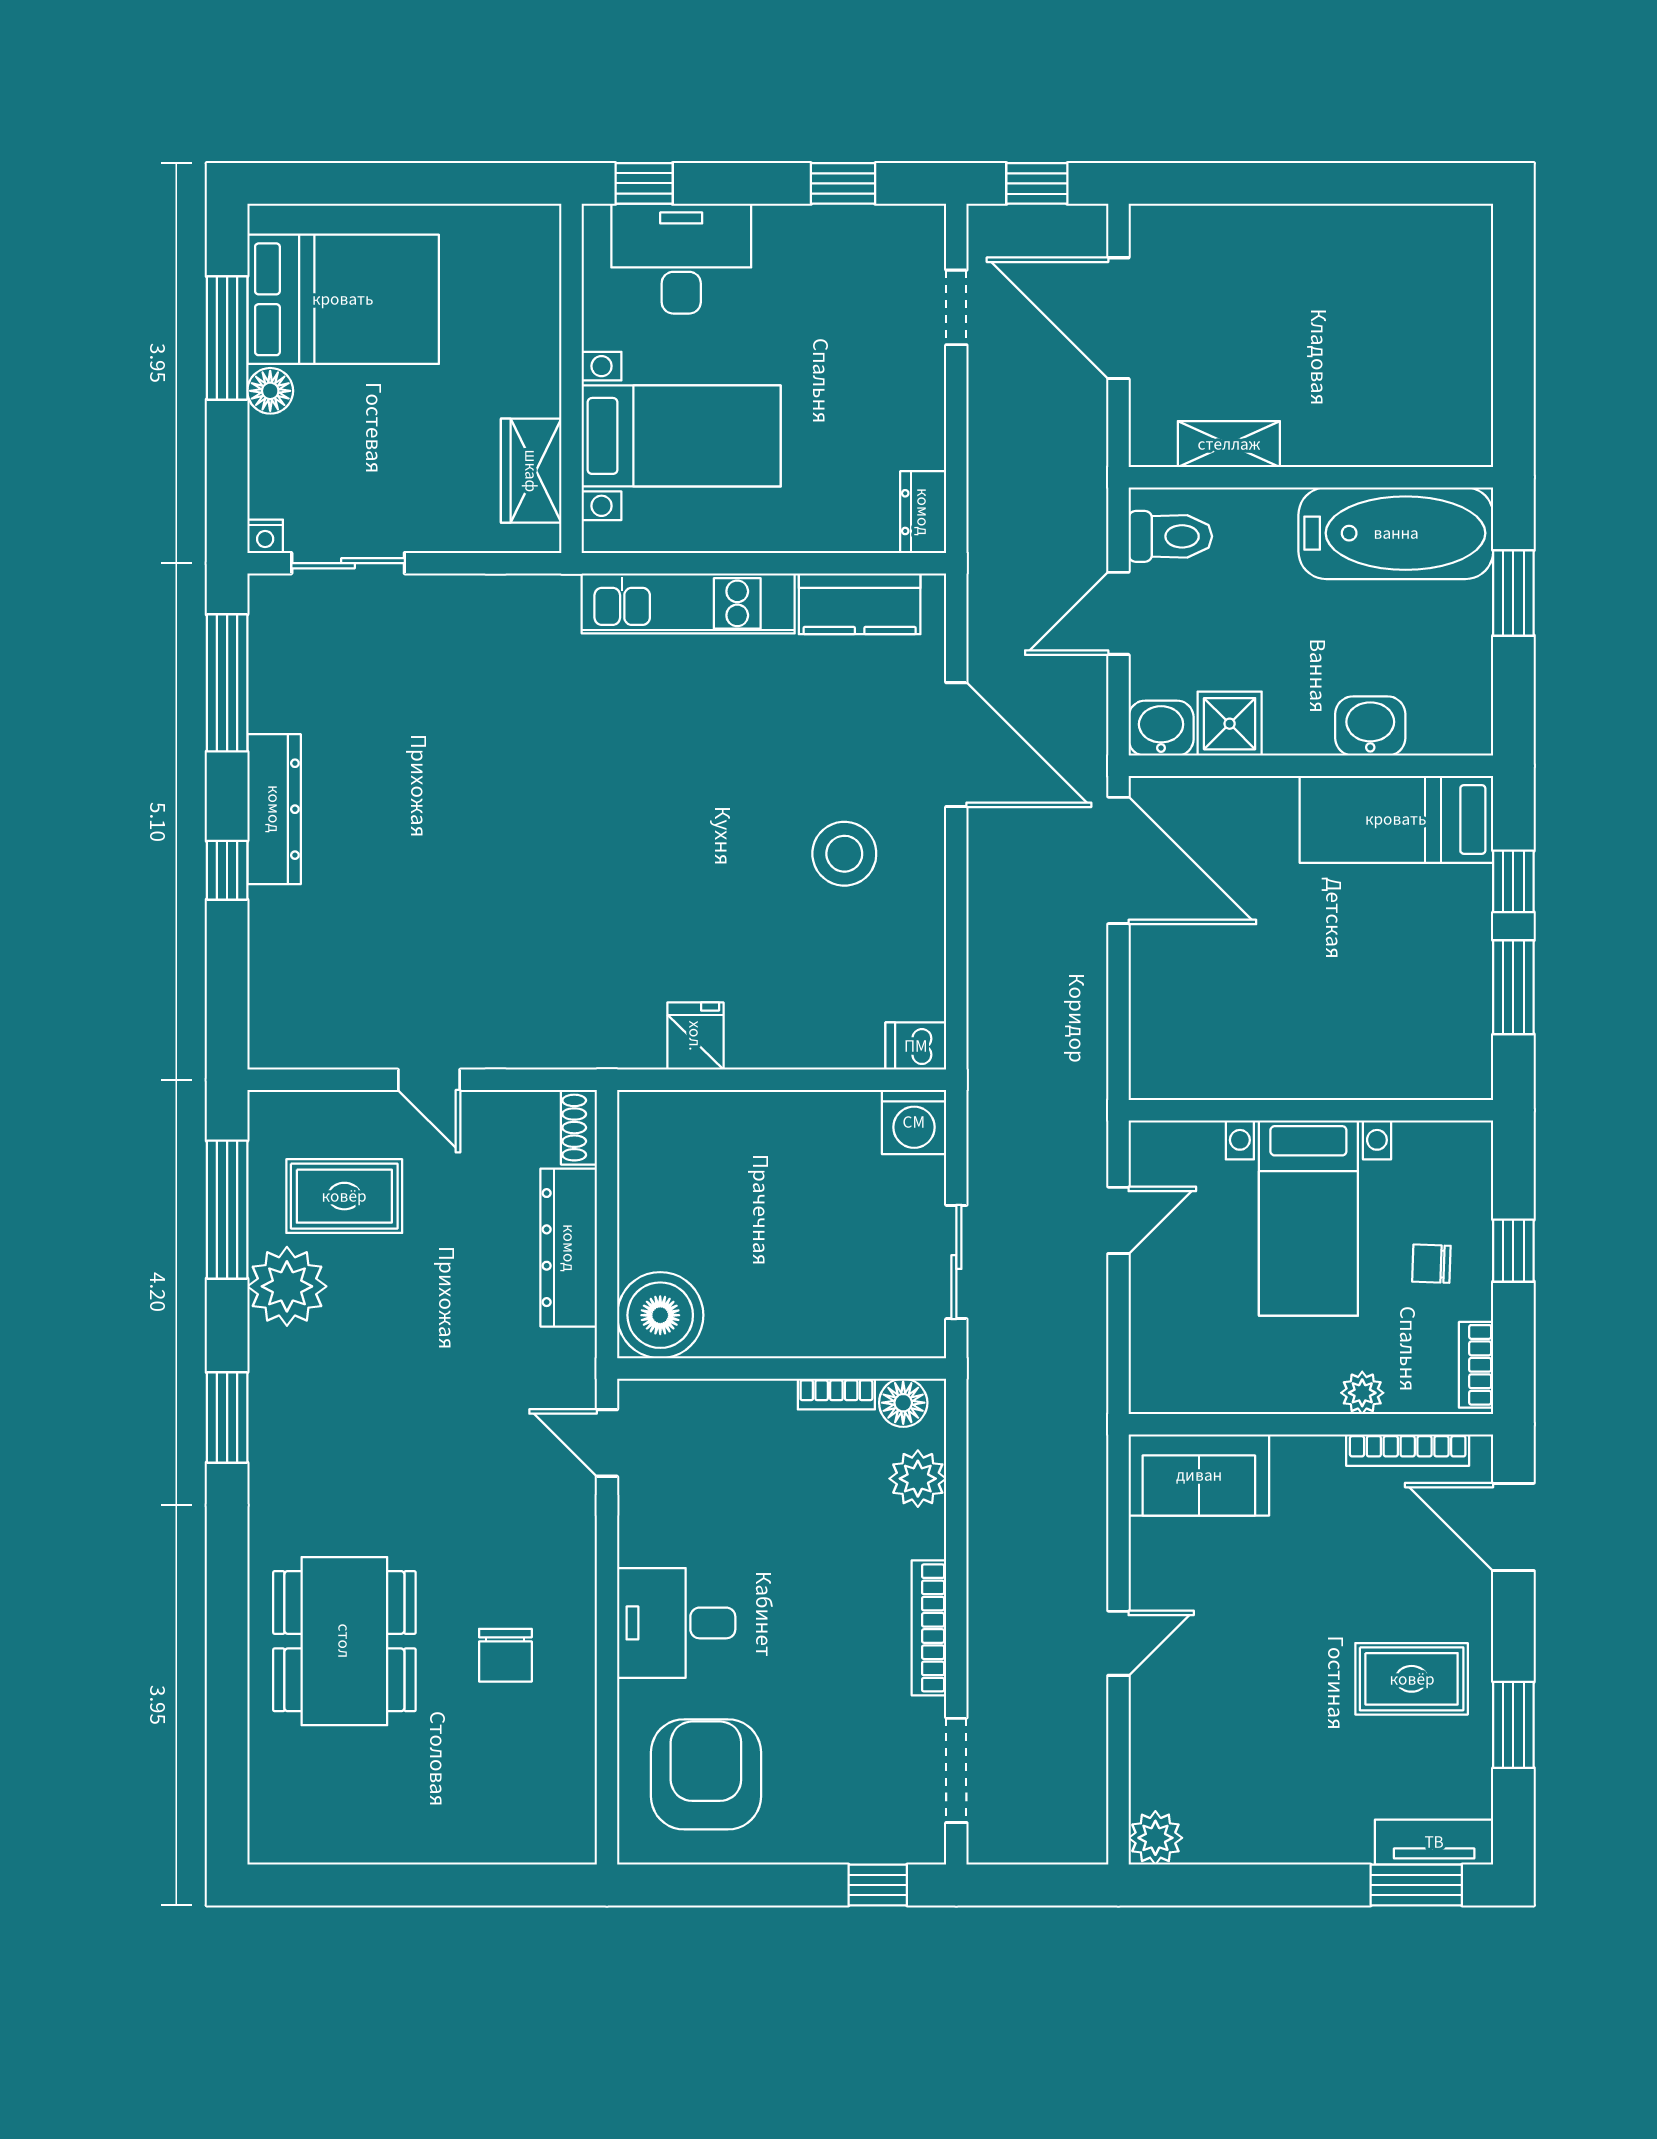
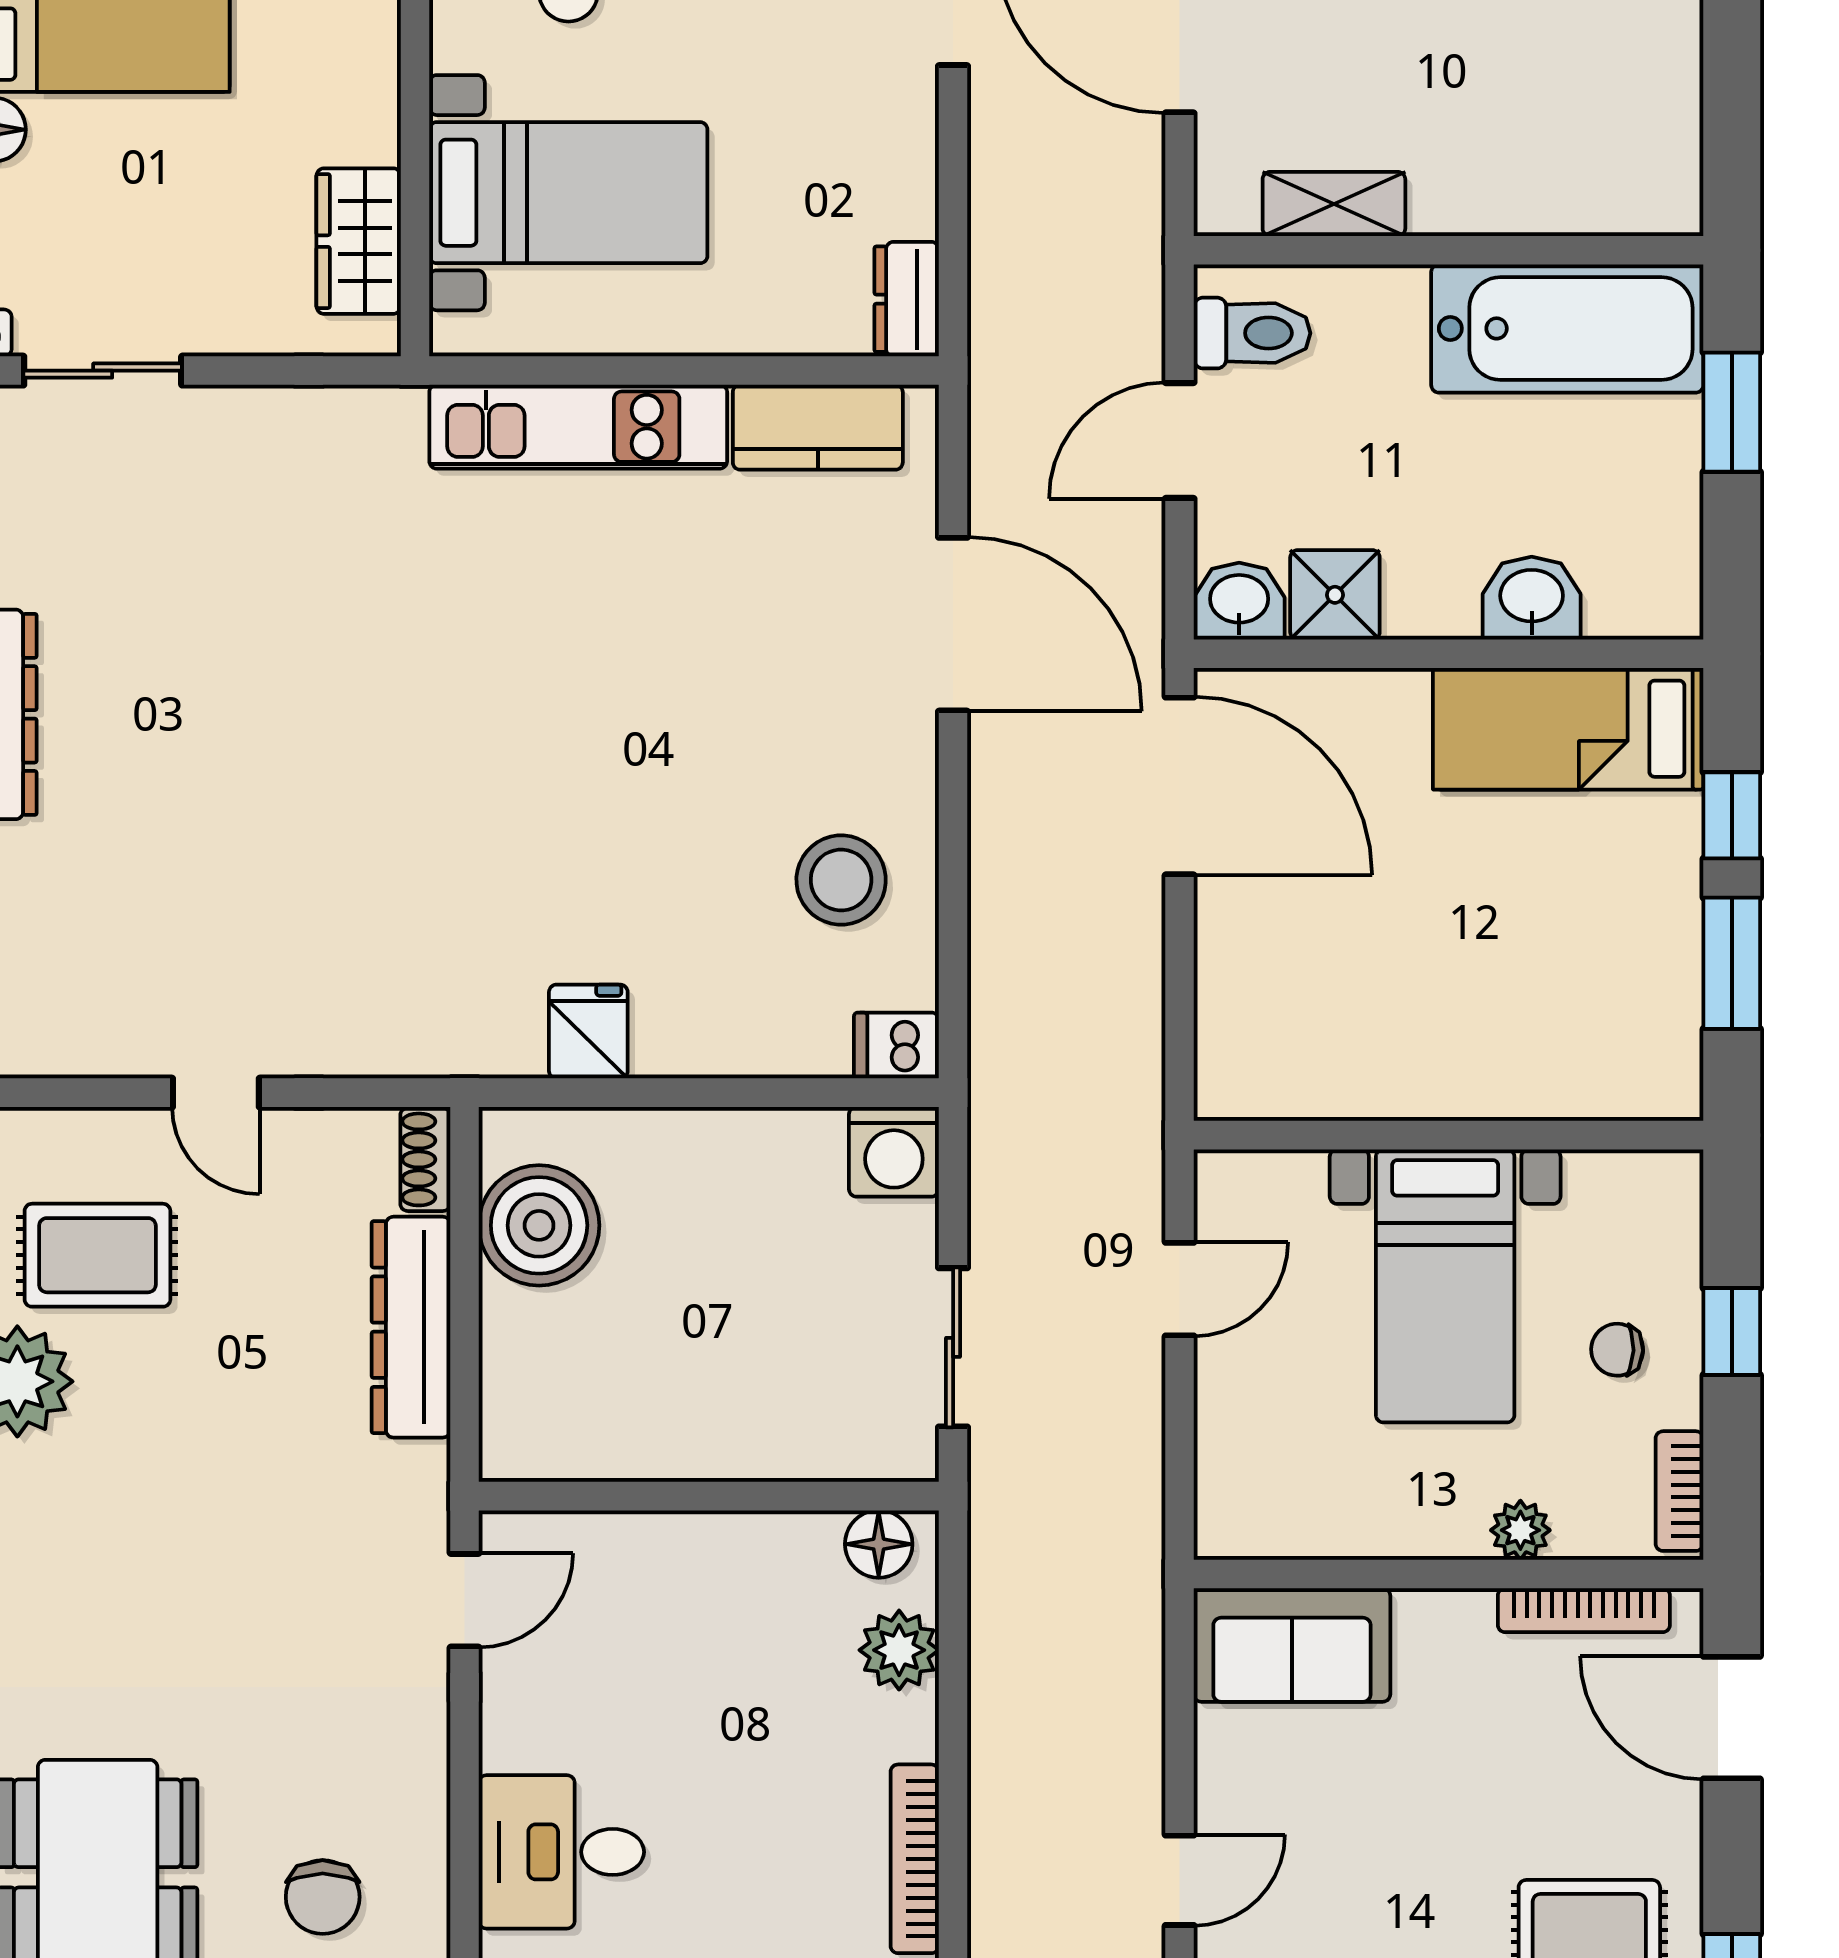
stool: (844, 854) -> (841, 880), moved
boiler: (660, 1315) -> (539, 1225), moved
bookcase: (836, 1394) -> (785, 1532), removed
door: (607, 1443) -> (465, 1600), swing flipped

